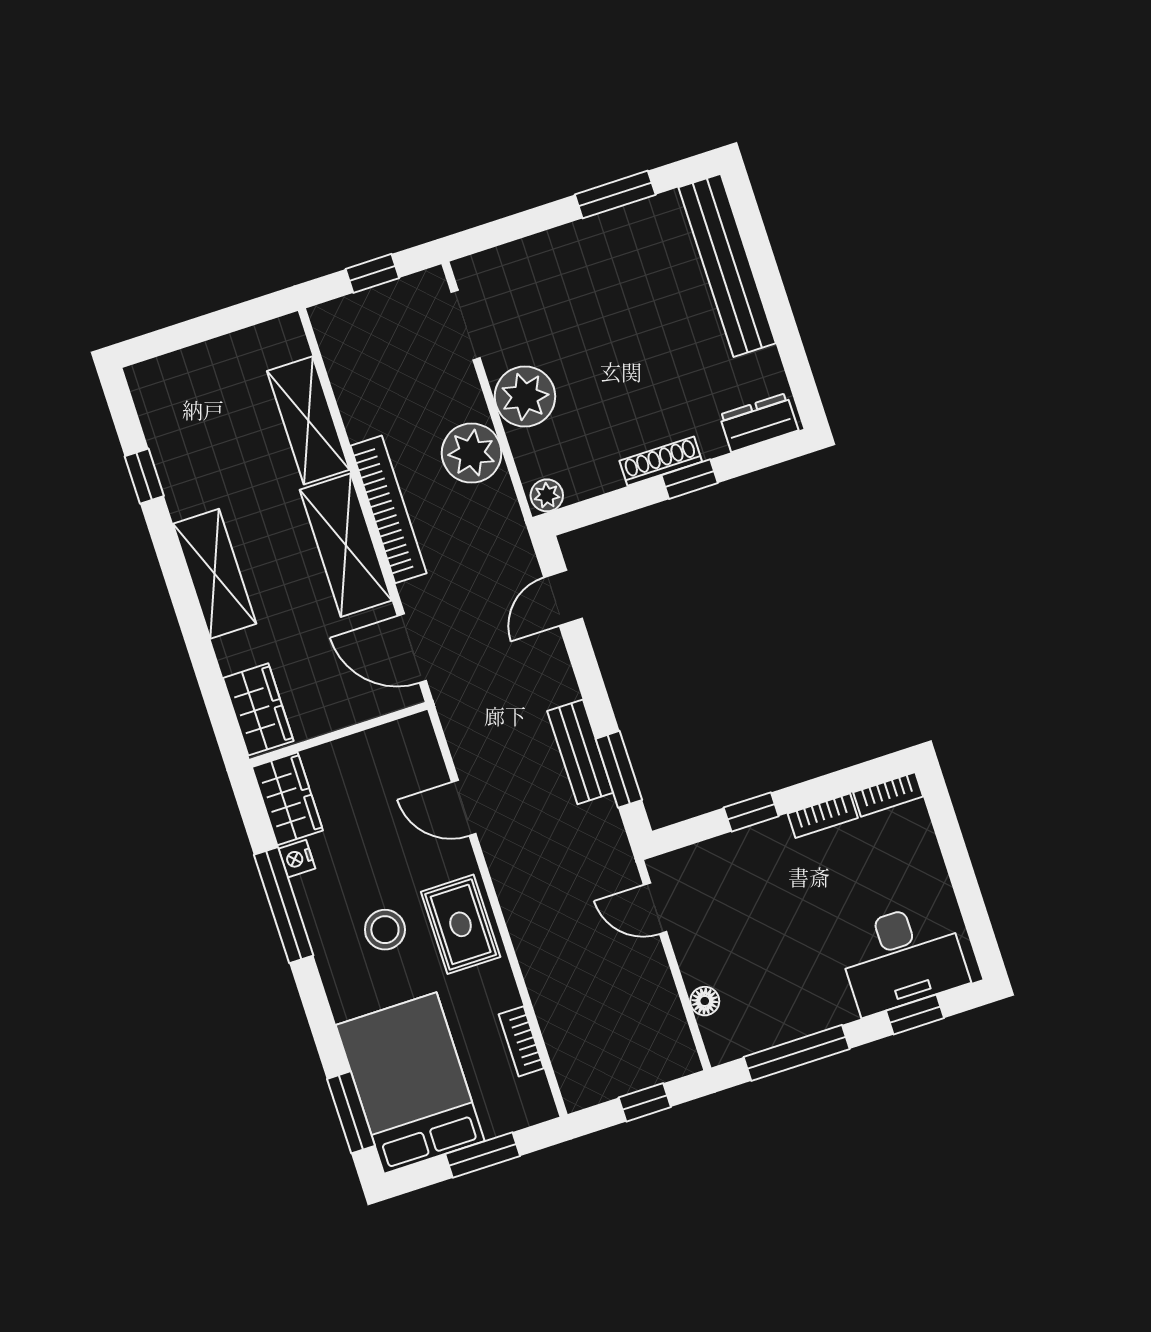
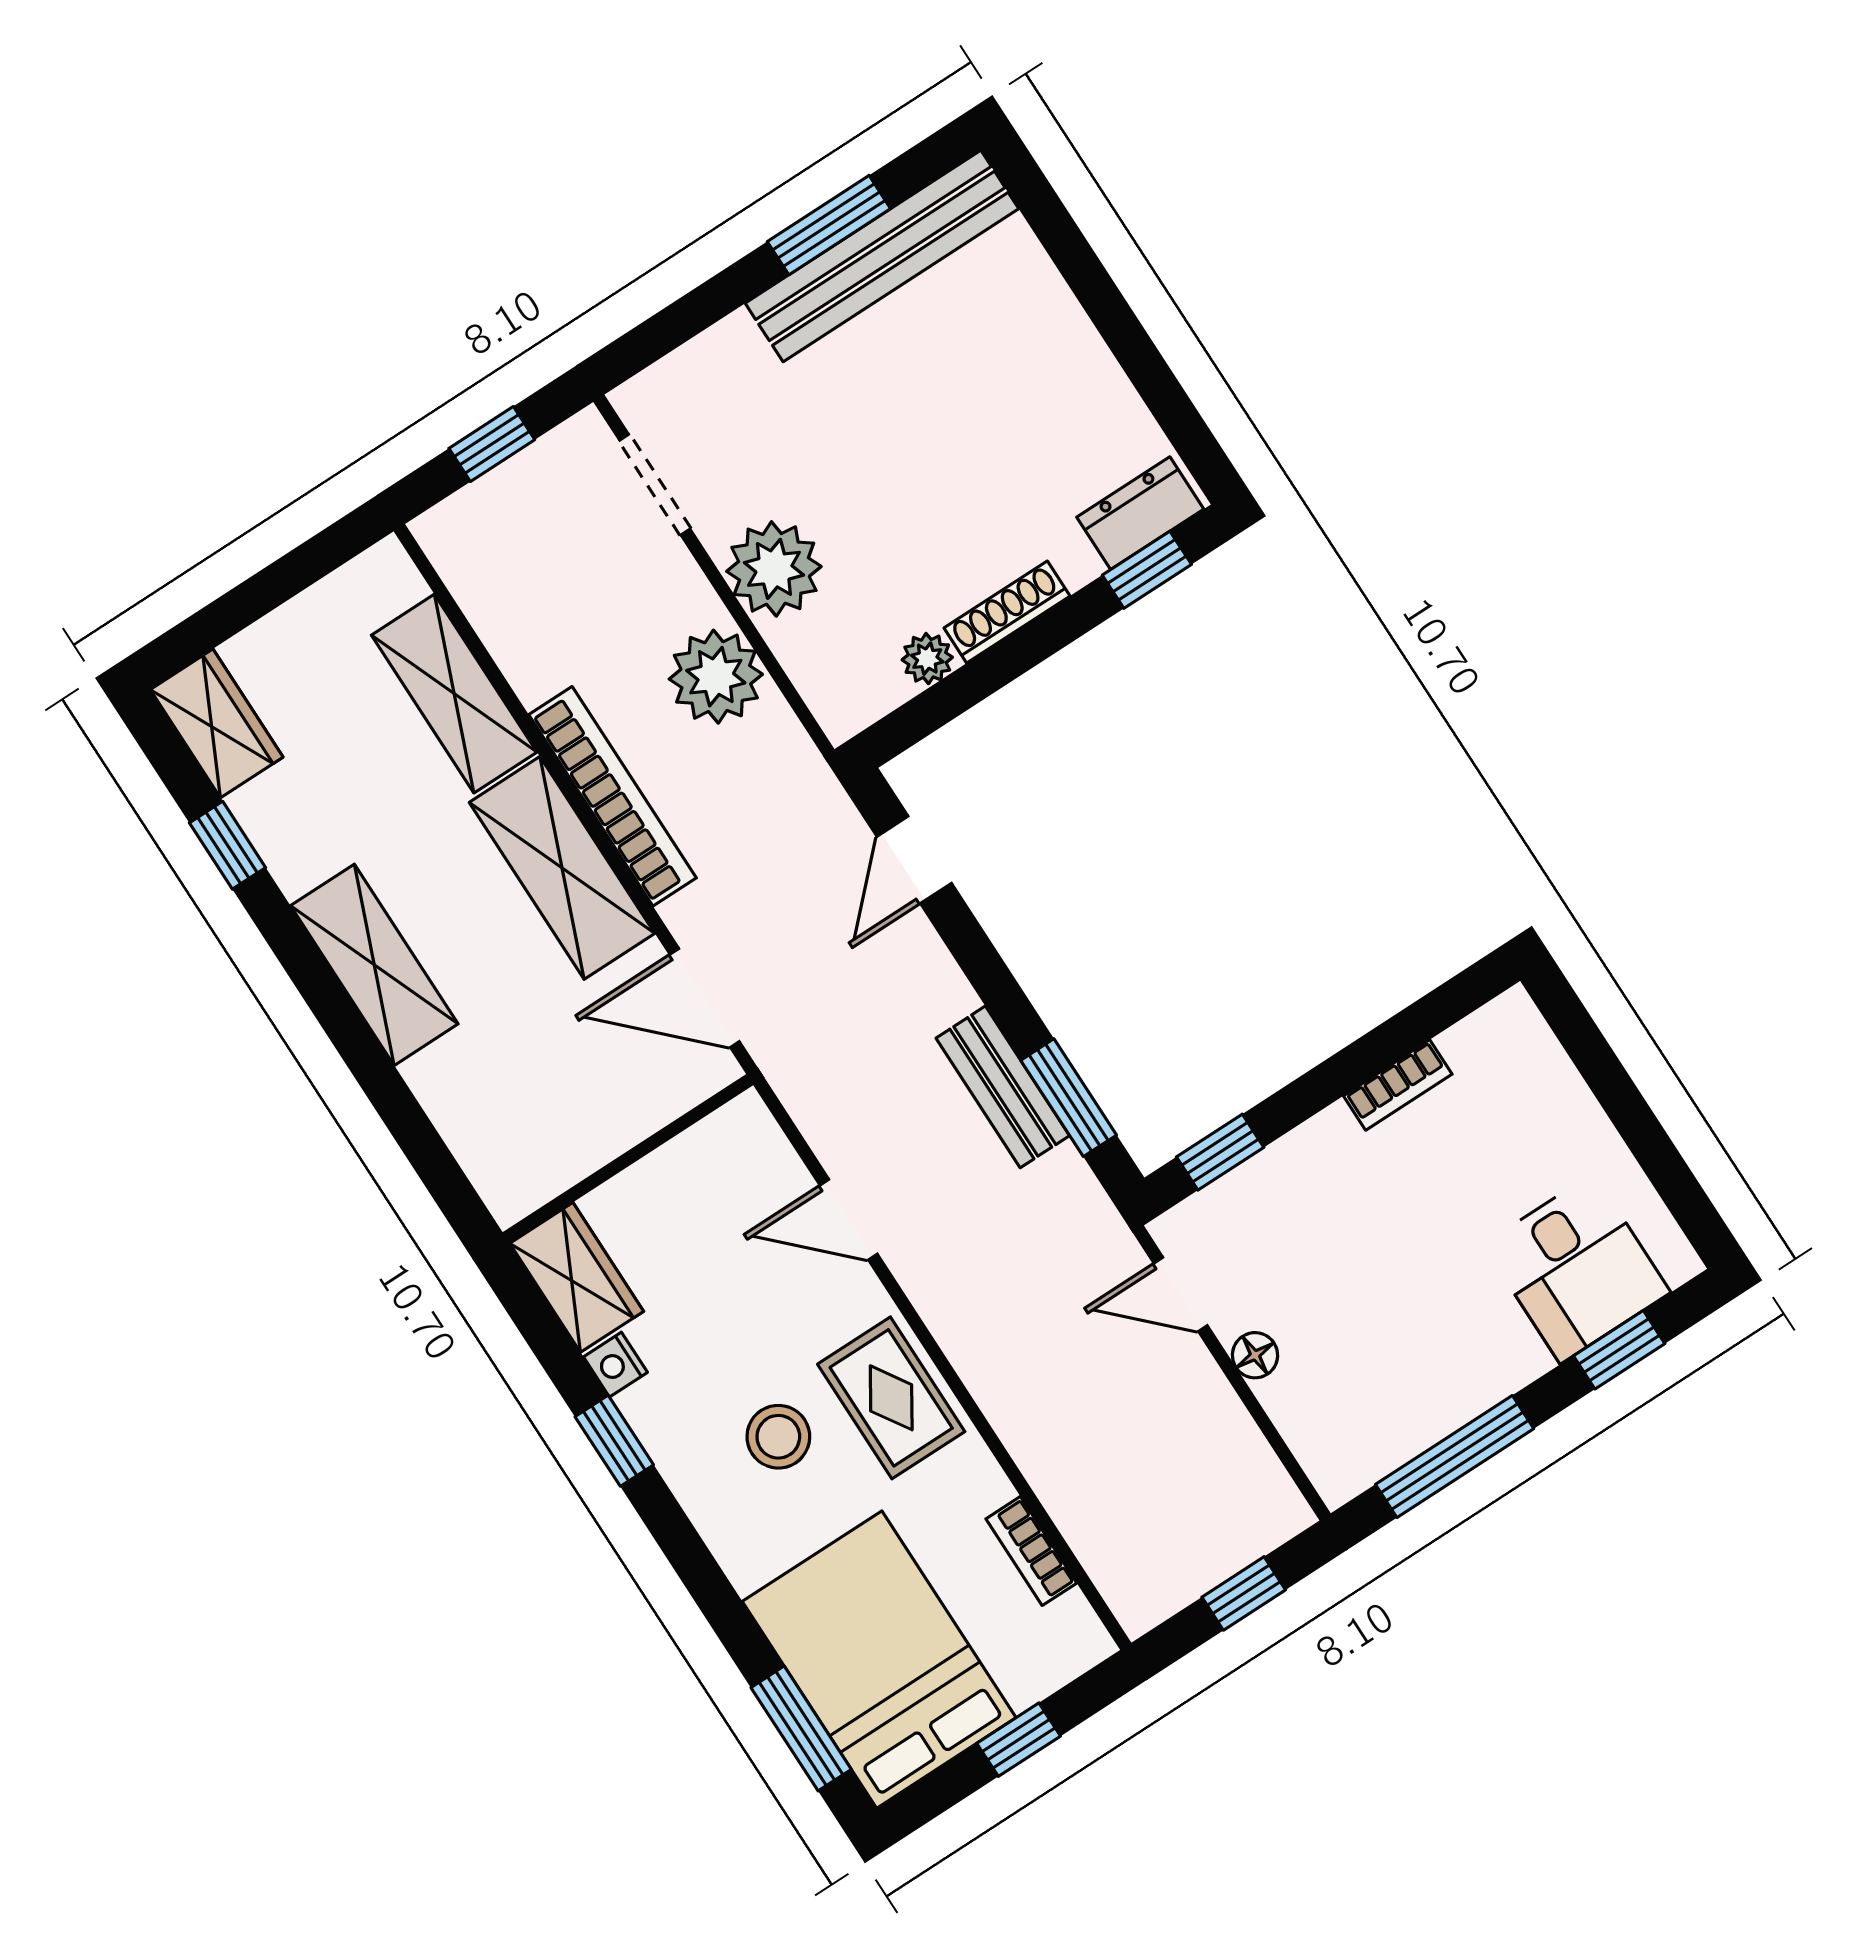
bench: (727, 265) -> (882, 256), moved, turned 90
window: (690, 479) -> (1147, 570), moved
plant: (547, 495) -> (927, 659), moved
wardrobe: (258, 709) -> (217, 723), moved
bookcase: (888, 794) -> (1488, 1026), removed
window: (751, 812) -> (1220, 1152), moved
window: (284, 905) -> (614, 1441), width x0.46
desk: (903, 958) -> (1577, 1268), width x0.73
floor lamp: (705, 1001) -> (1255, 1355), moved
window: (483, 1155) -> (1019, 1740), width x0.67

